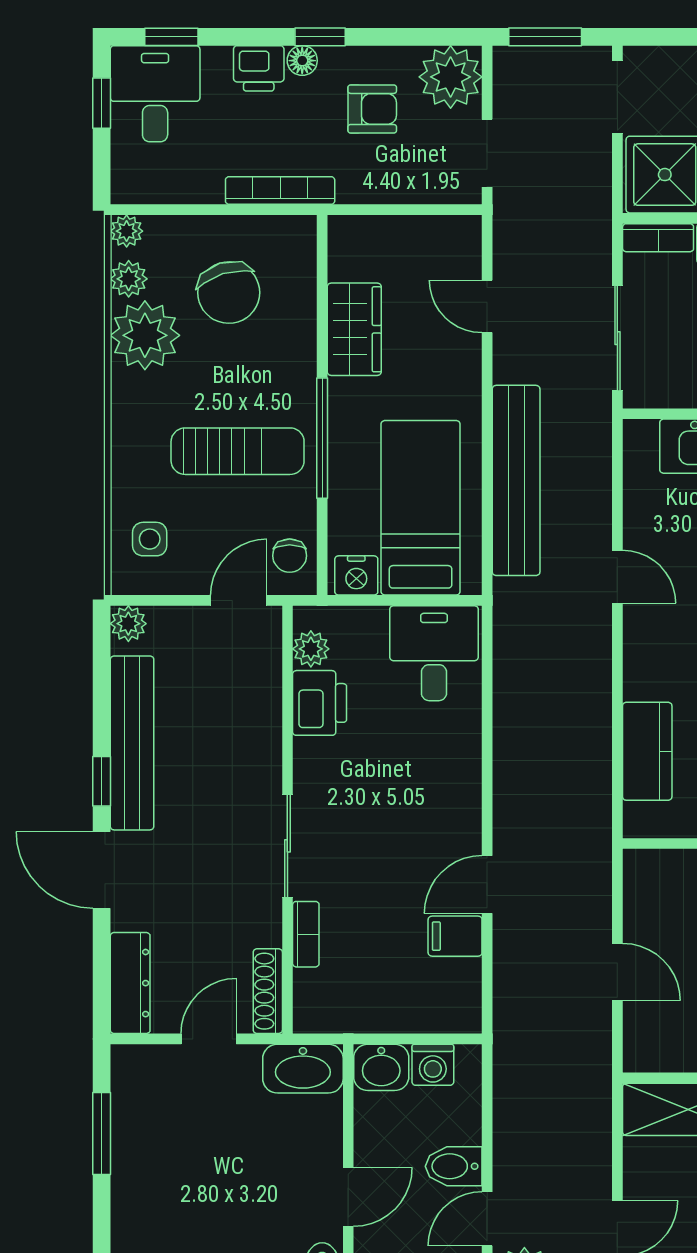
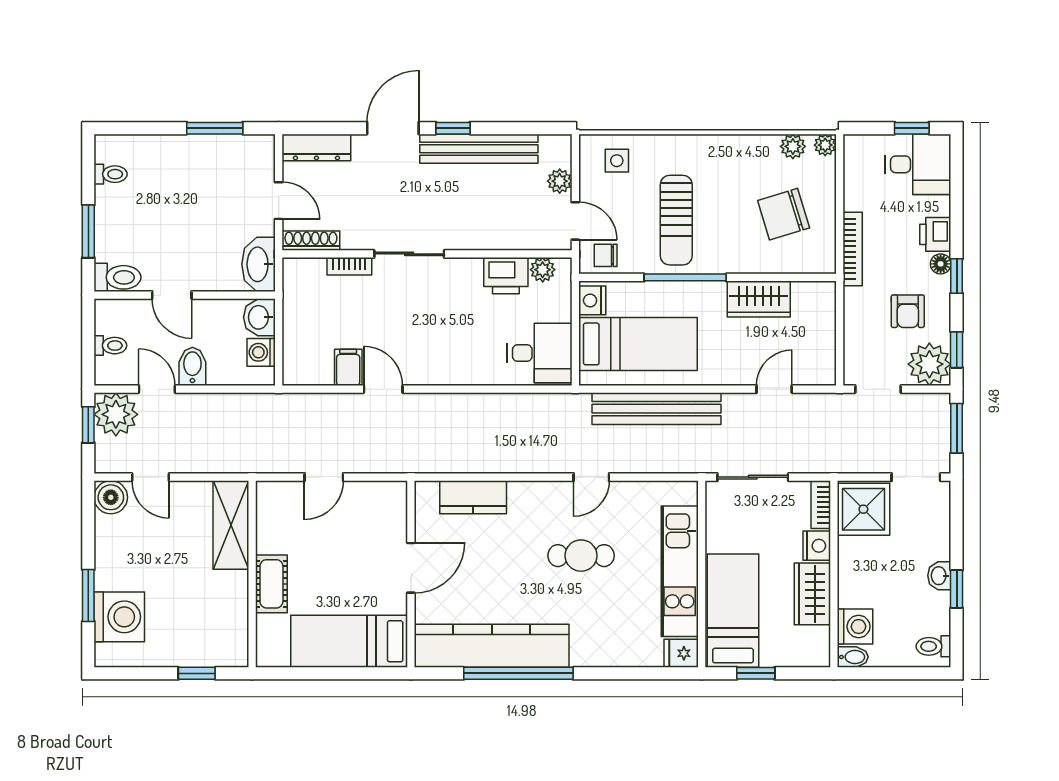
window: (171, 37) -> (957, 350), moved
plant: (145, 335) -> (755, 158), removed
plant: (128, 624) -> (560, 181), moved

